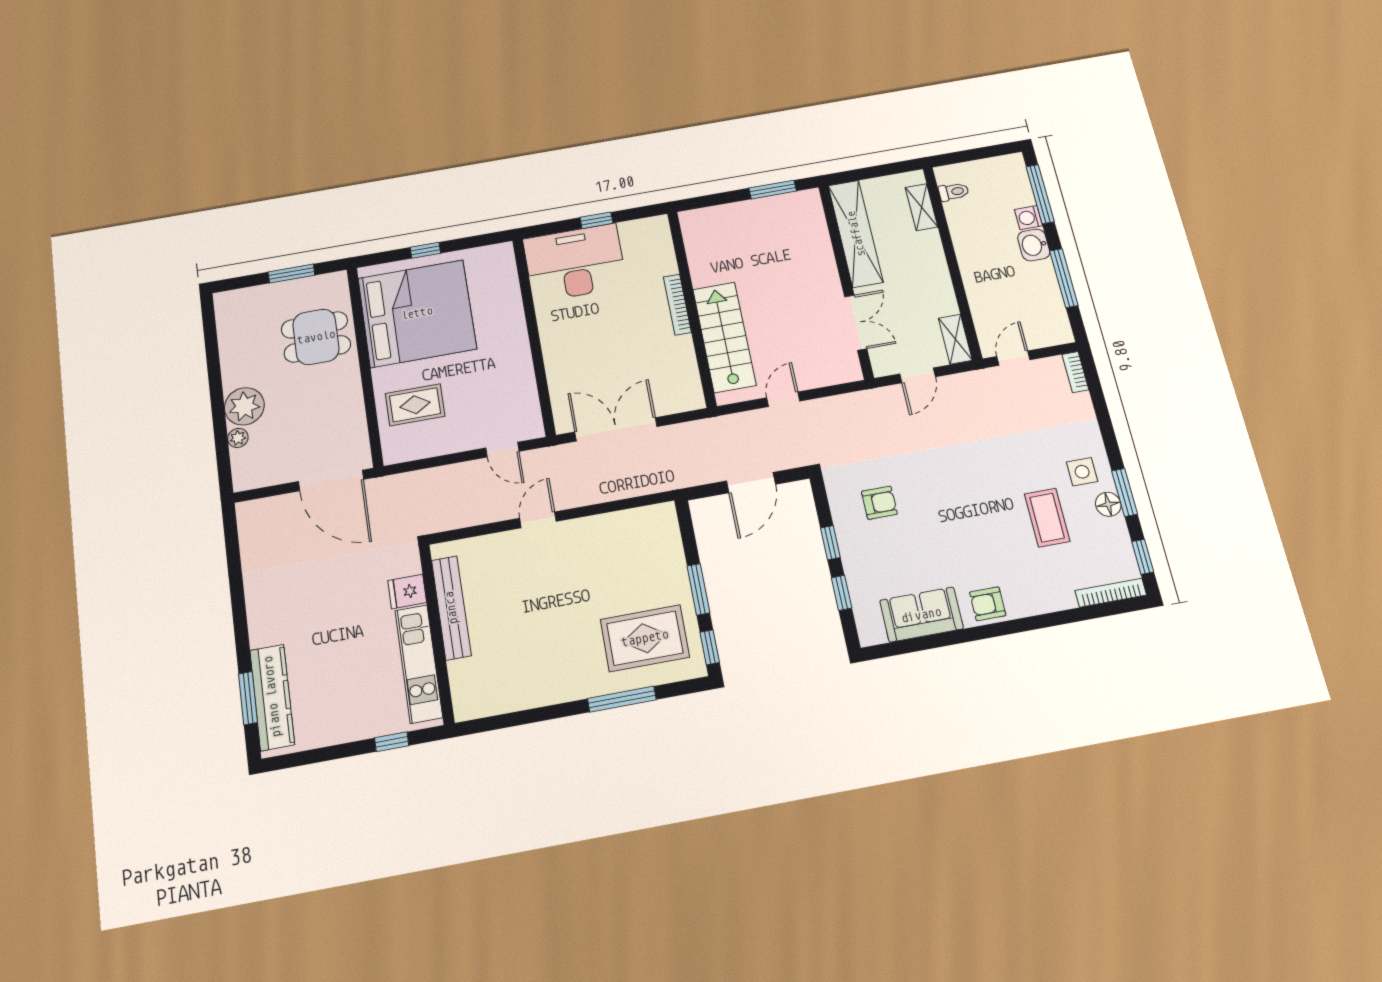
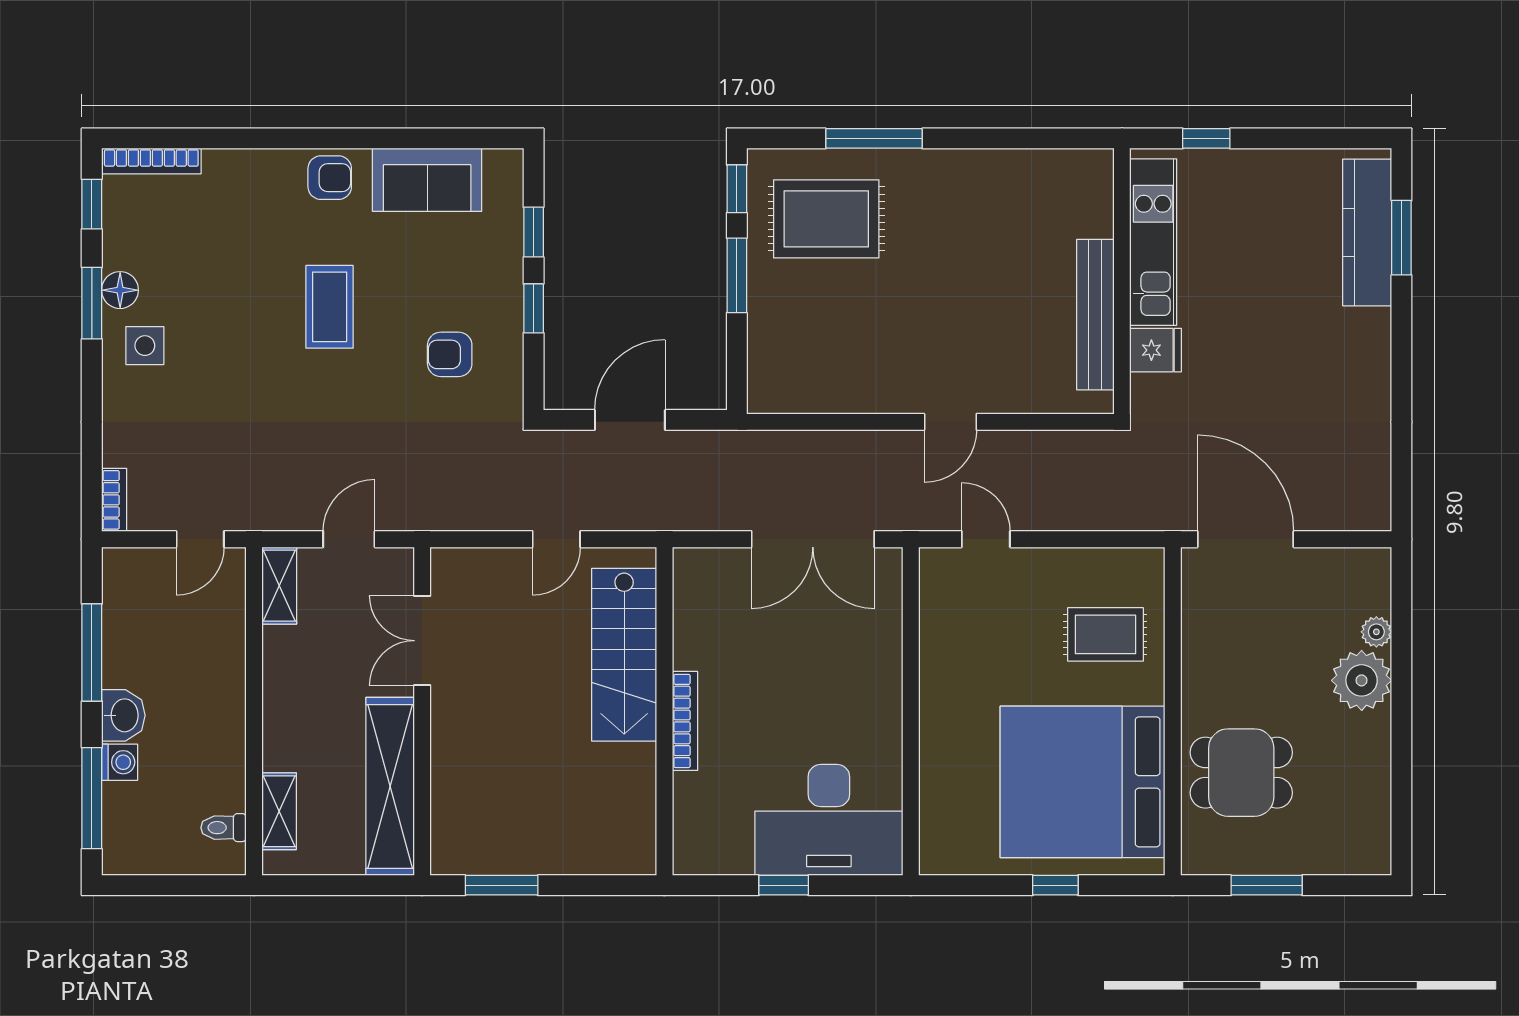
coffee table: (1047, 518) -> (330, 307), moved

